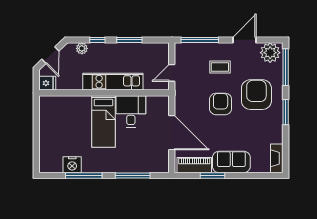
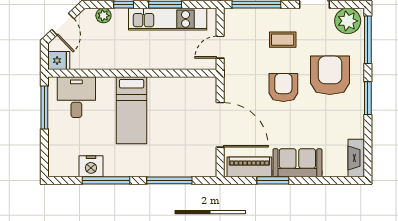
kitchen unit: (113, 82) -> (168, 19), moved, turned 180
desk: (131, 111) -> (76, 97), moved
window: (36, 119) -> (44, 107), added

